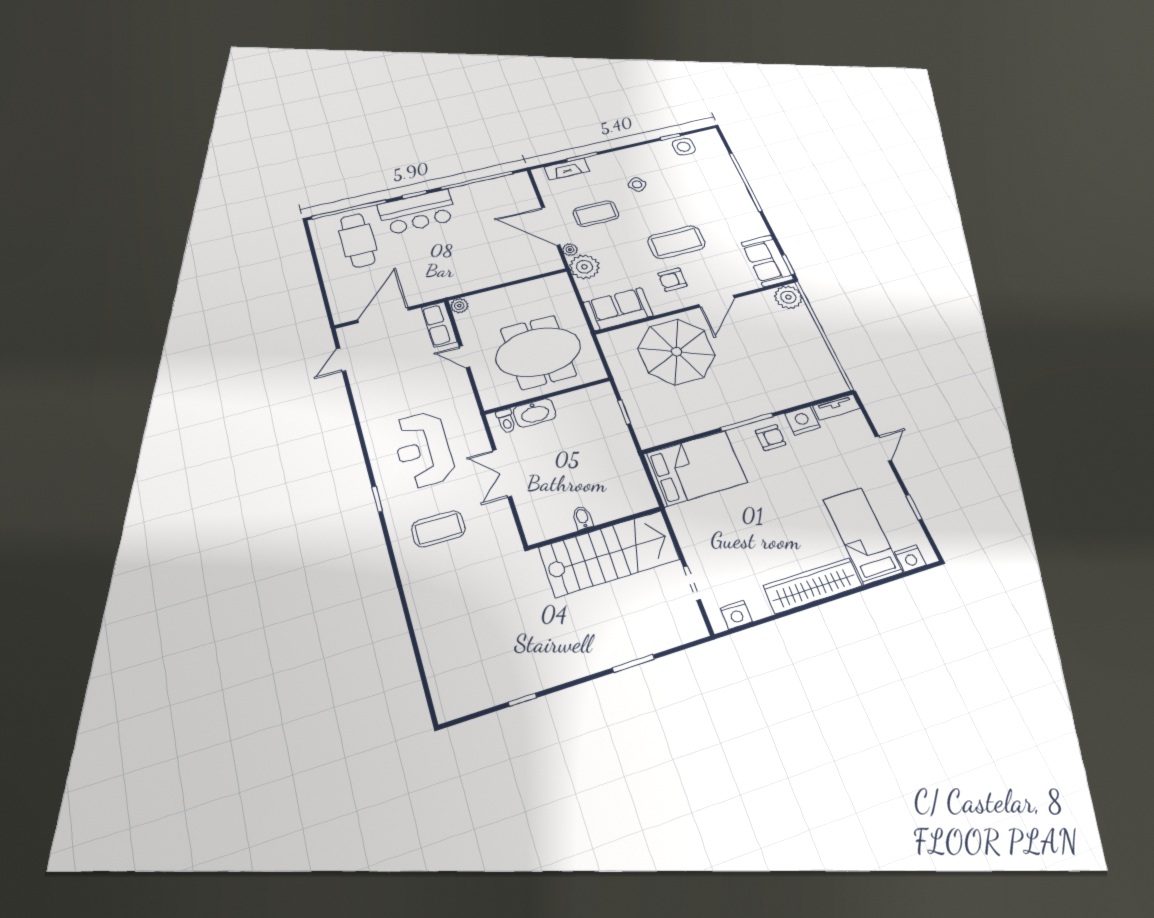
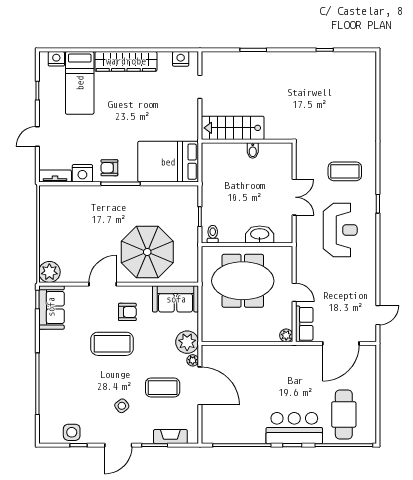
door: (625, 147) -> (118, 445), added
toilet: (506, 421) -> (213, 234), moved
stairs: (609, 553) -> (233, 128), width x0.73, depth x0.66

